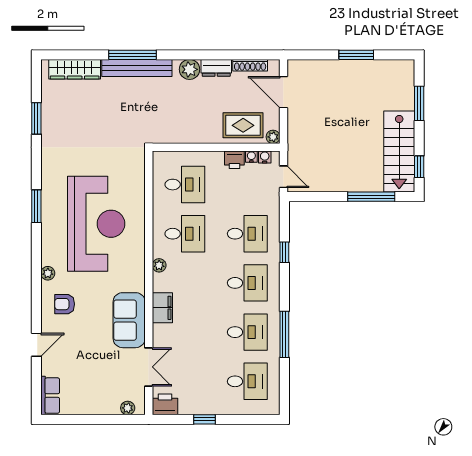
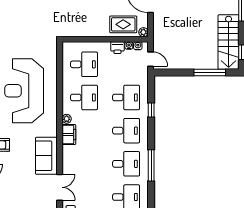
reception desk: (96, 224) -> (24, 91), turned 180
filing cabinet: (162, 308) -> (69, 135), moved

